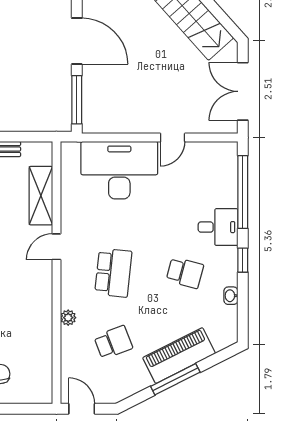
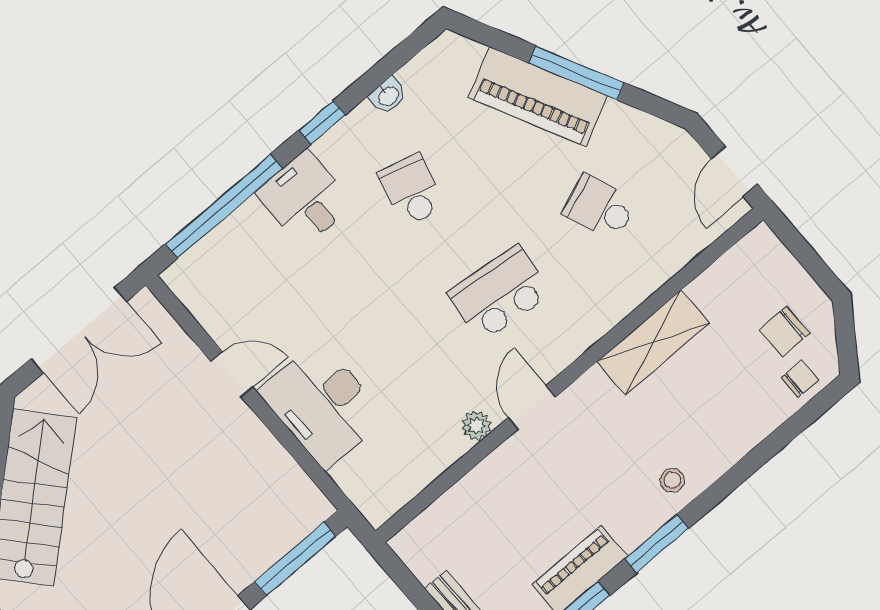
desk: (119, 170) -> (322, 404), width x0.73, depth x0.77
shelving: (41, 196) -> (653, 342), moved
door: (56, 247) -> (532, 407), swing flipped
plant: (68, 318) -> (476, 426), moved

